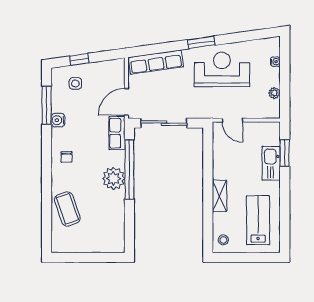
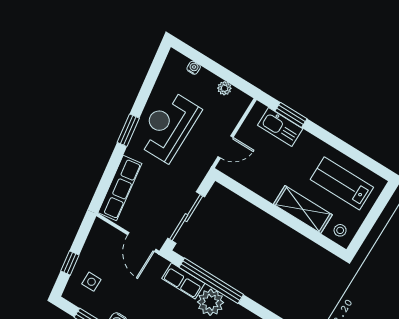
row of seats: (117, 133) -> (183, 281), moved
kitchen sink: (271, 163) -> (280, 127), moved
shelving: (219, 196) -> (303, 209), width x1.50, depth x1.33

